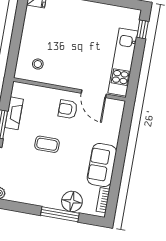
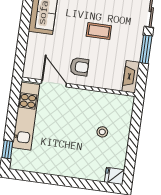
stool: (38, 64) -> (102, 132), moved
fireplace: (14, 113) -> (131, 77), moved

